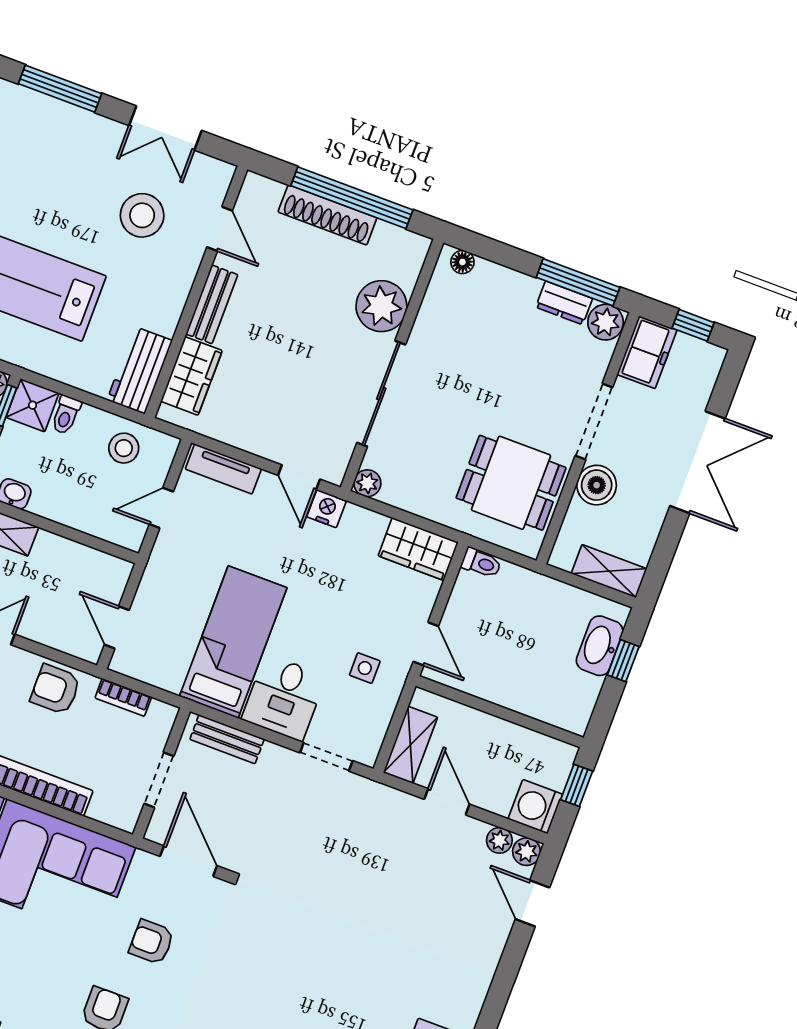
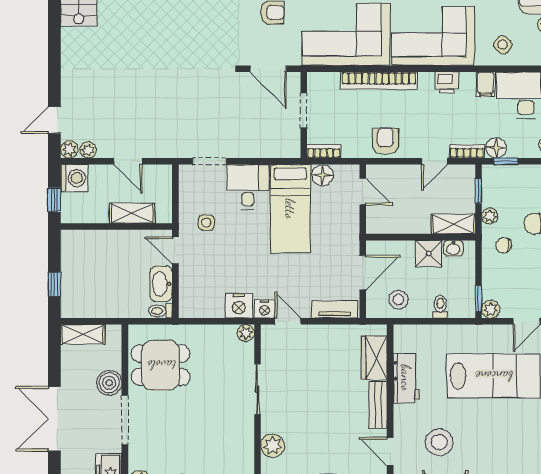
plant: (381, 306) -> (273, 446), width x0.73, depth x0.73
workbench: (140, 370) -> (406, 378), moved
sliding door: (381, 394) -> (258, 389), width x0.73
shower: (33, 405) -> (429, 253), moved
door: (161, 508) -> (363, 273), width x1.38
nightstand: (363, 527) -> (239, 306), added
wardrobe: (418, 549) -> (201, 305), removed
washbasin: (600, 646) -> (161, 284), moved, turned 180
floor lamp: (167, 674) -> (323, 175), added
armchair: (55, 689) -> (385, 141), turned -90
bookcase: (123, 697) -> (324, 151), moved
bench: (227, 739) -> (272, 150), removed
shelving: (410, 745) -> (132, 213), moved, turned 90
door: (532, 903) -> (54, 120), swing flipped

